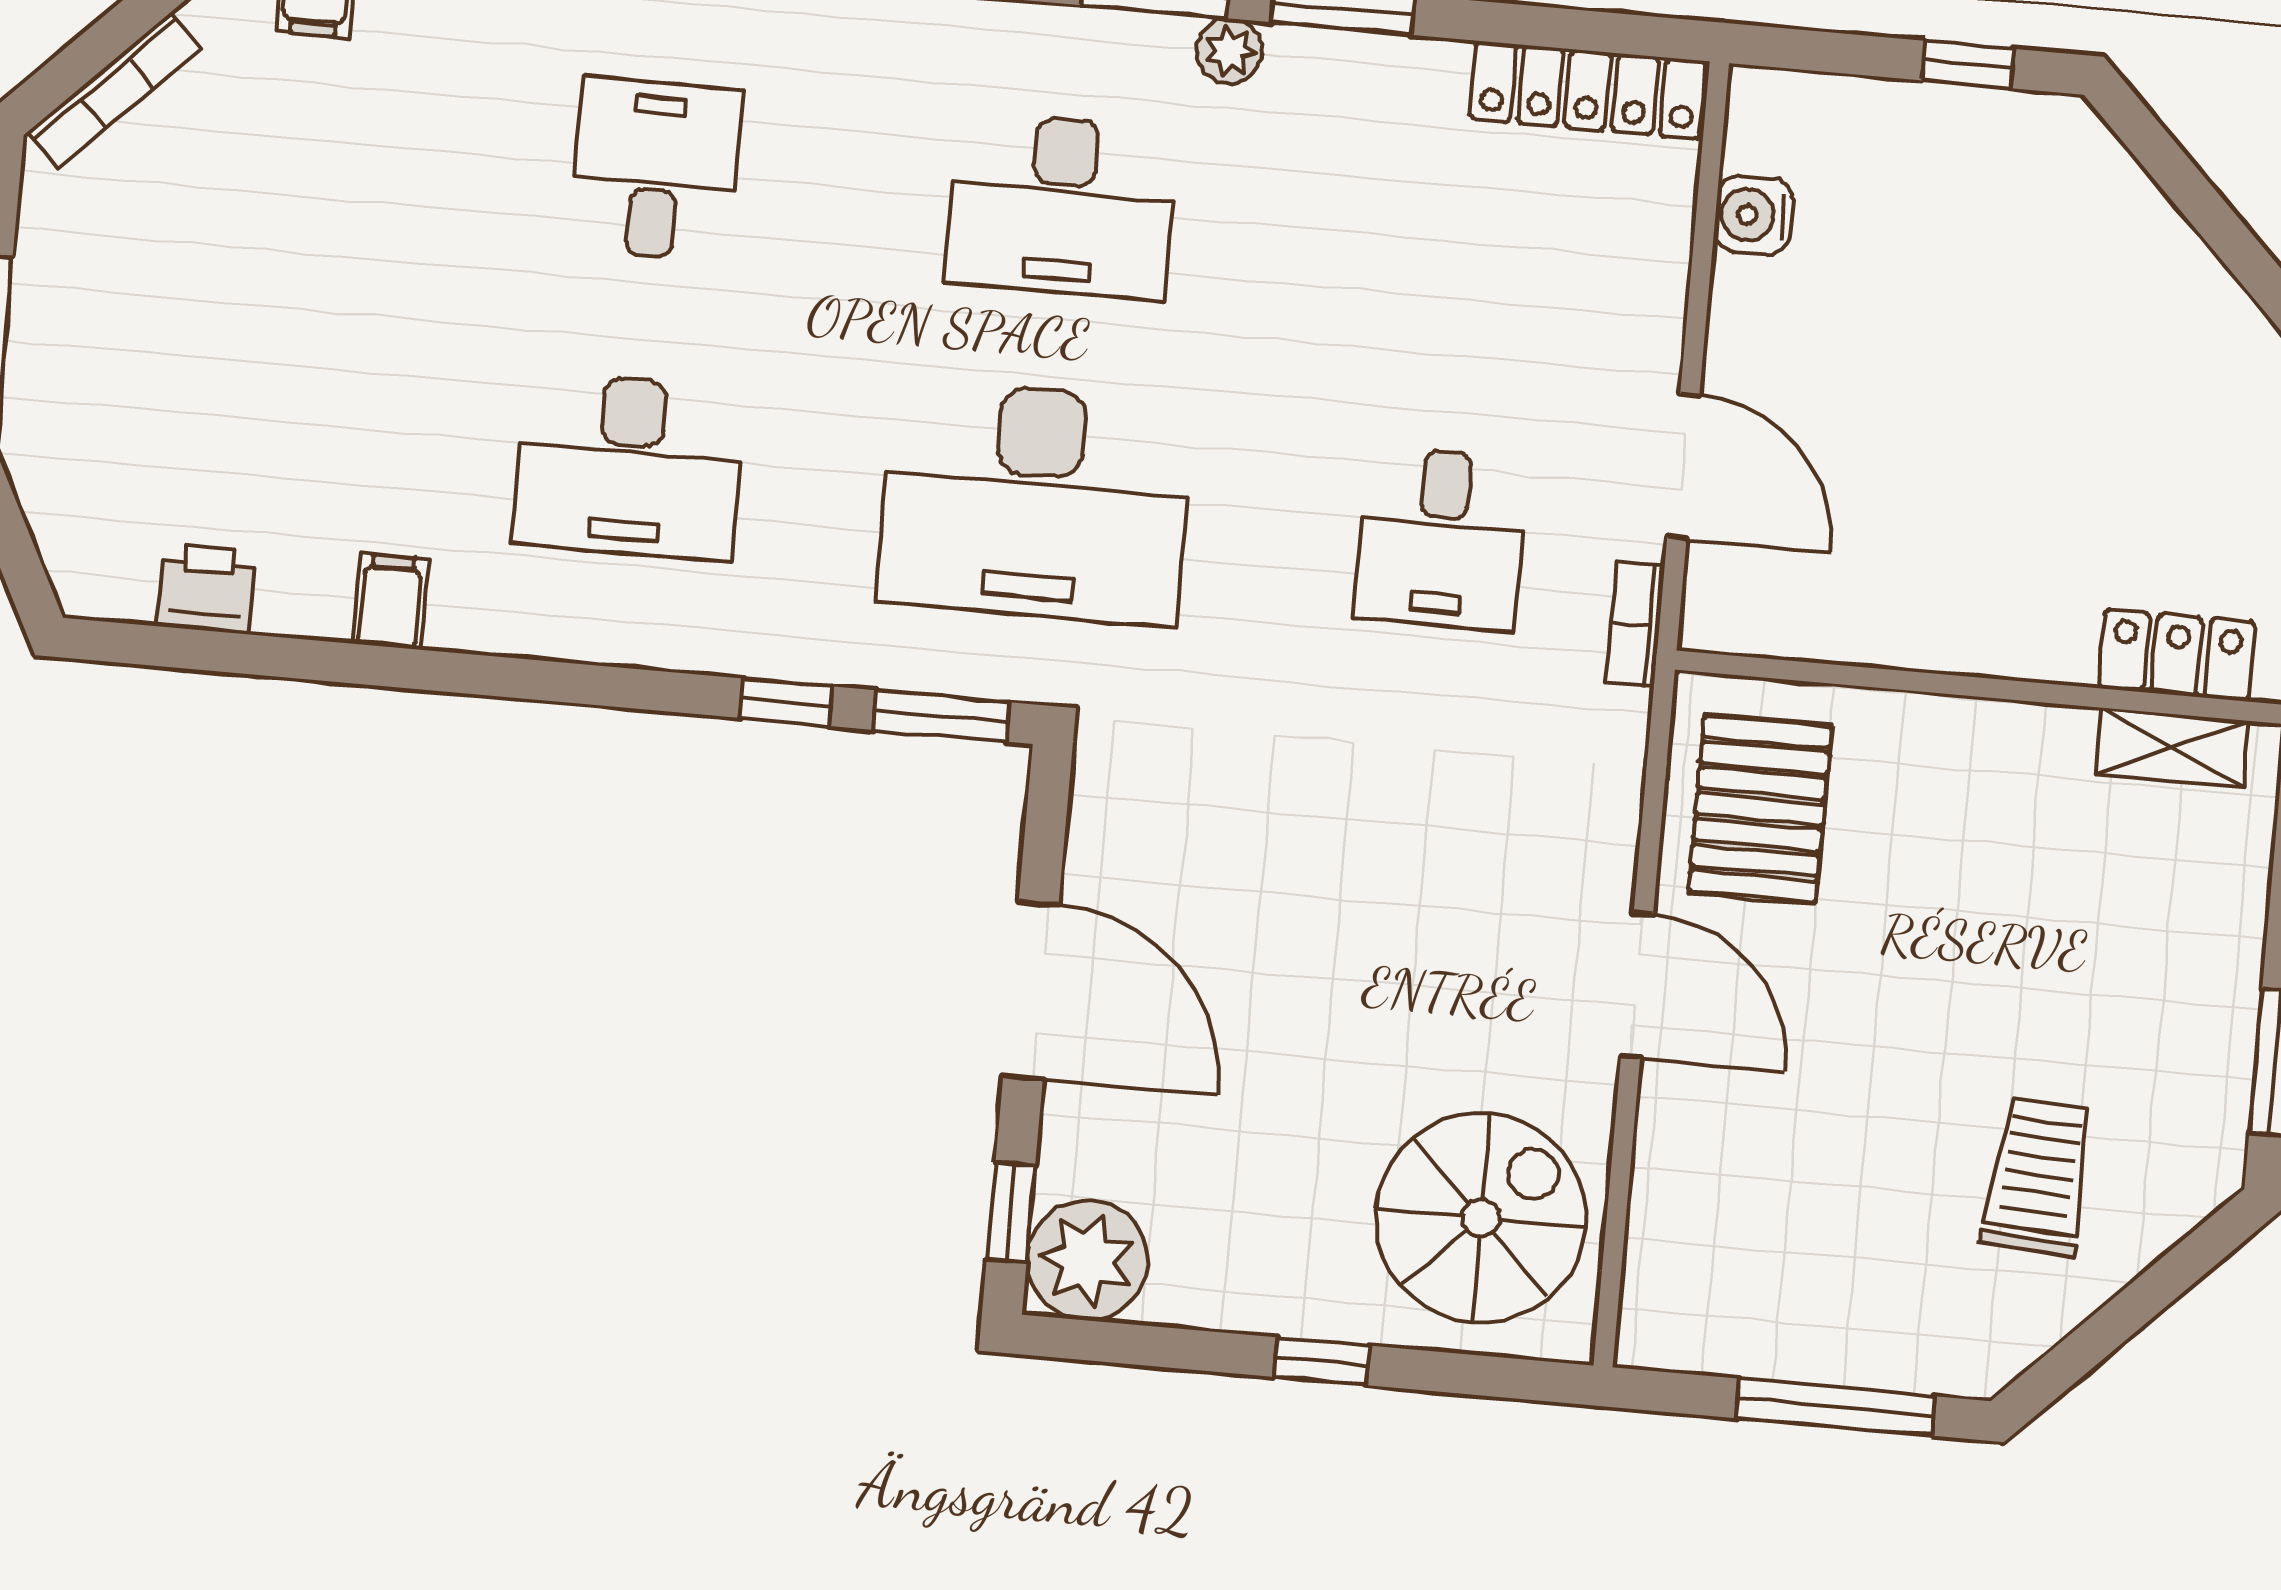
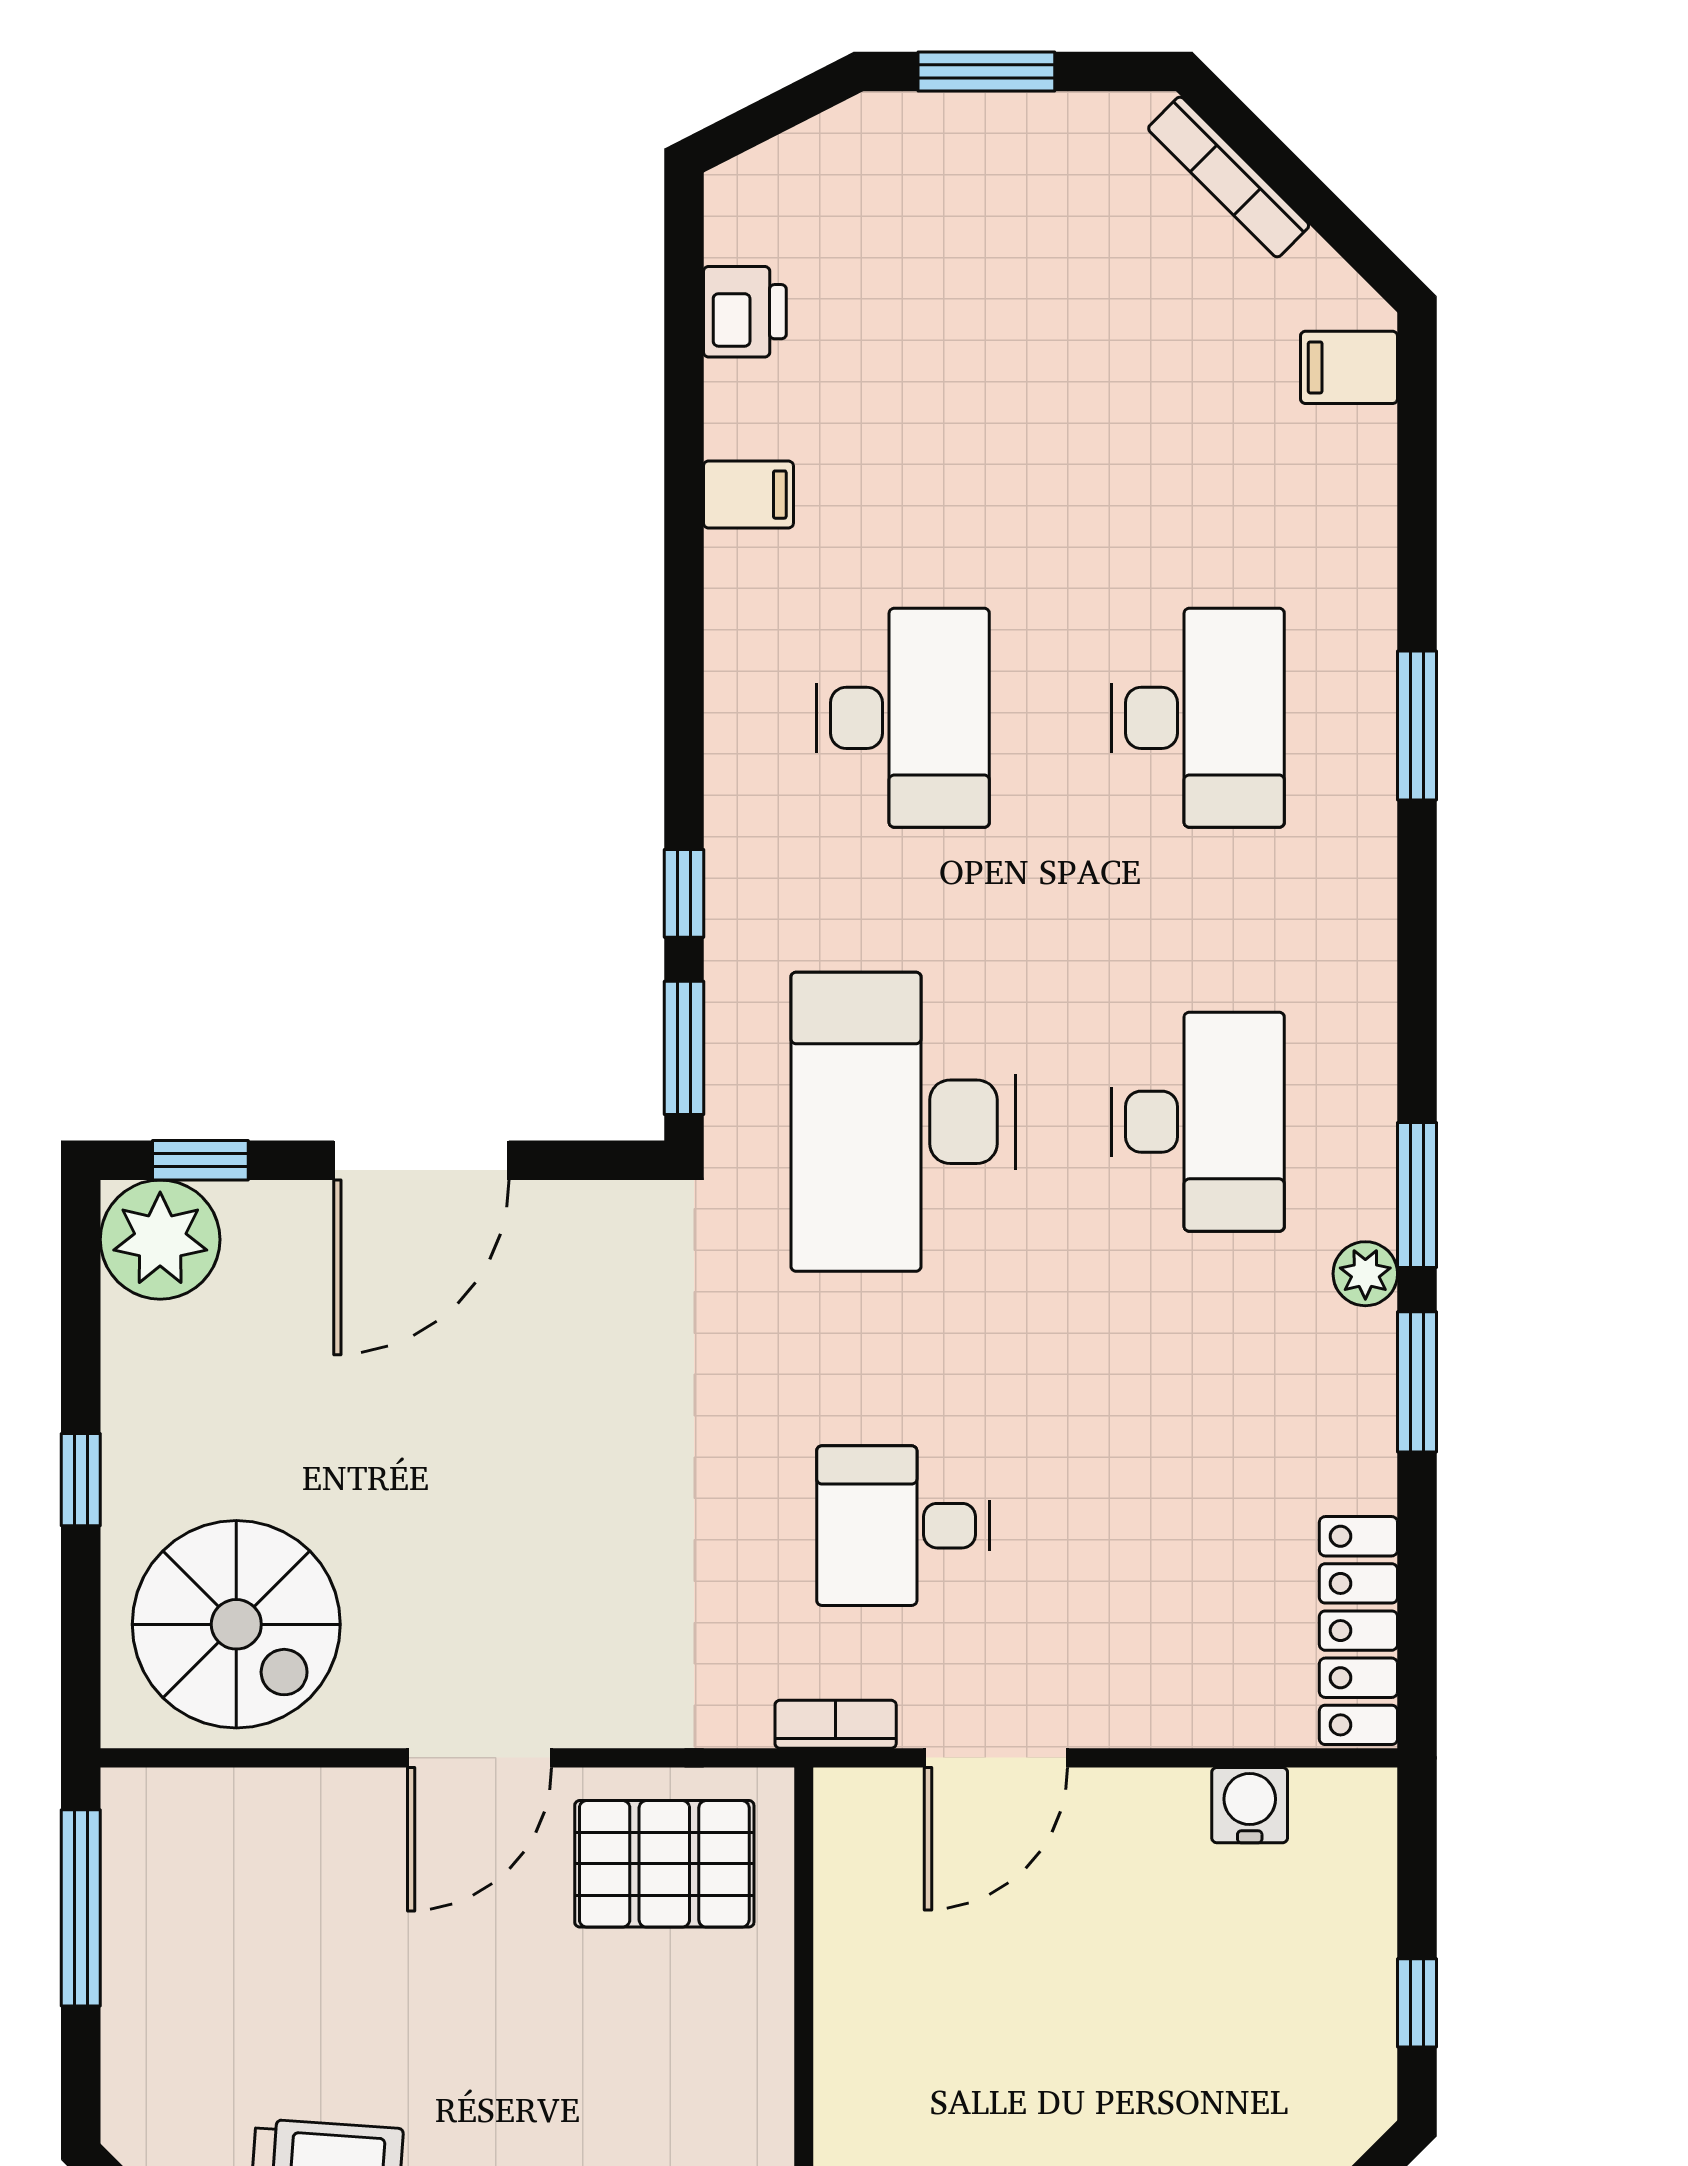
desk: (656, 169) -> (1198, 718), width x1.37
desk: (1062, 206) -> (1198, 1122), turned 180
desk: (629, 466) -> (903, 718), turned 180
window: (1835, 1407) -> (81, 1908), moved

